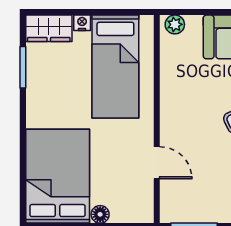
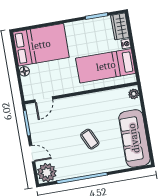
door: (157, 163) -> (44, 99), moved

